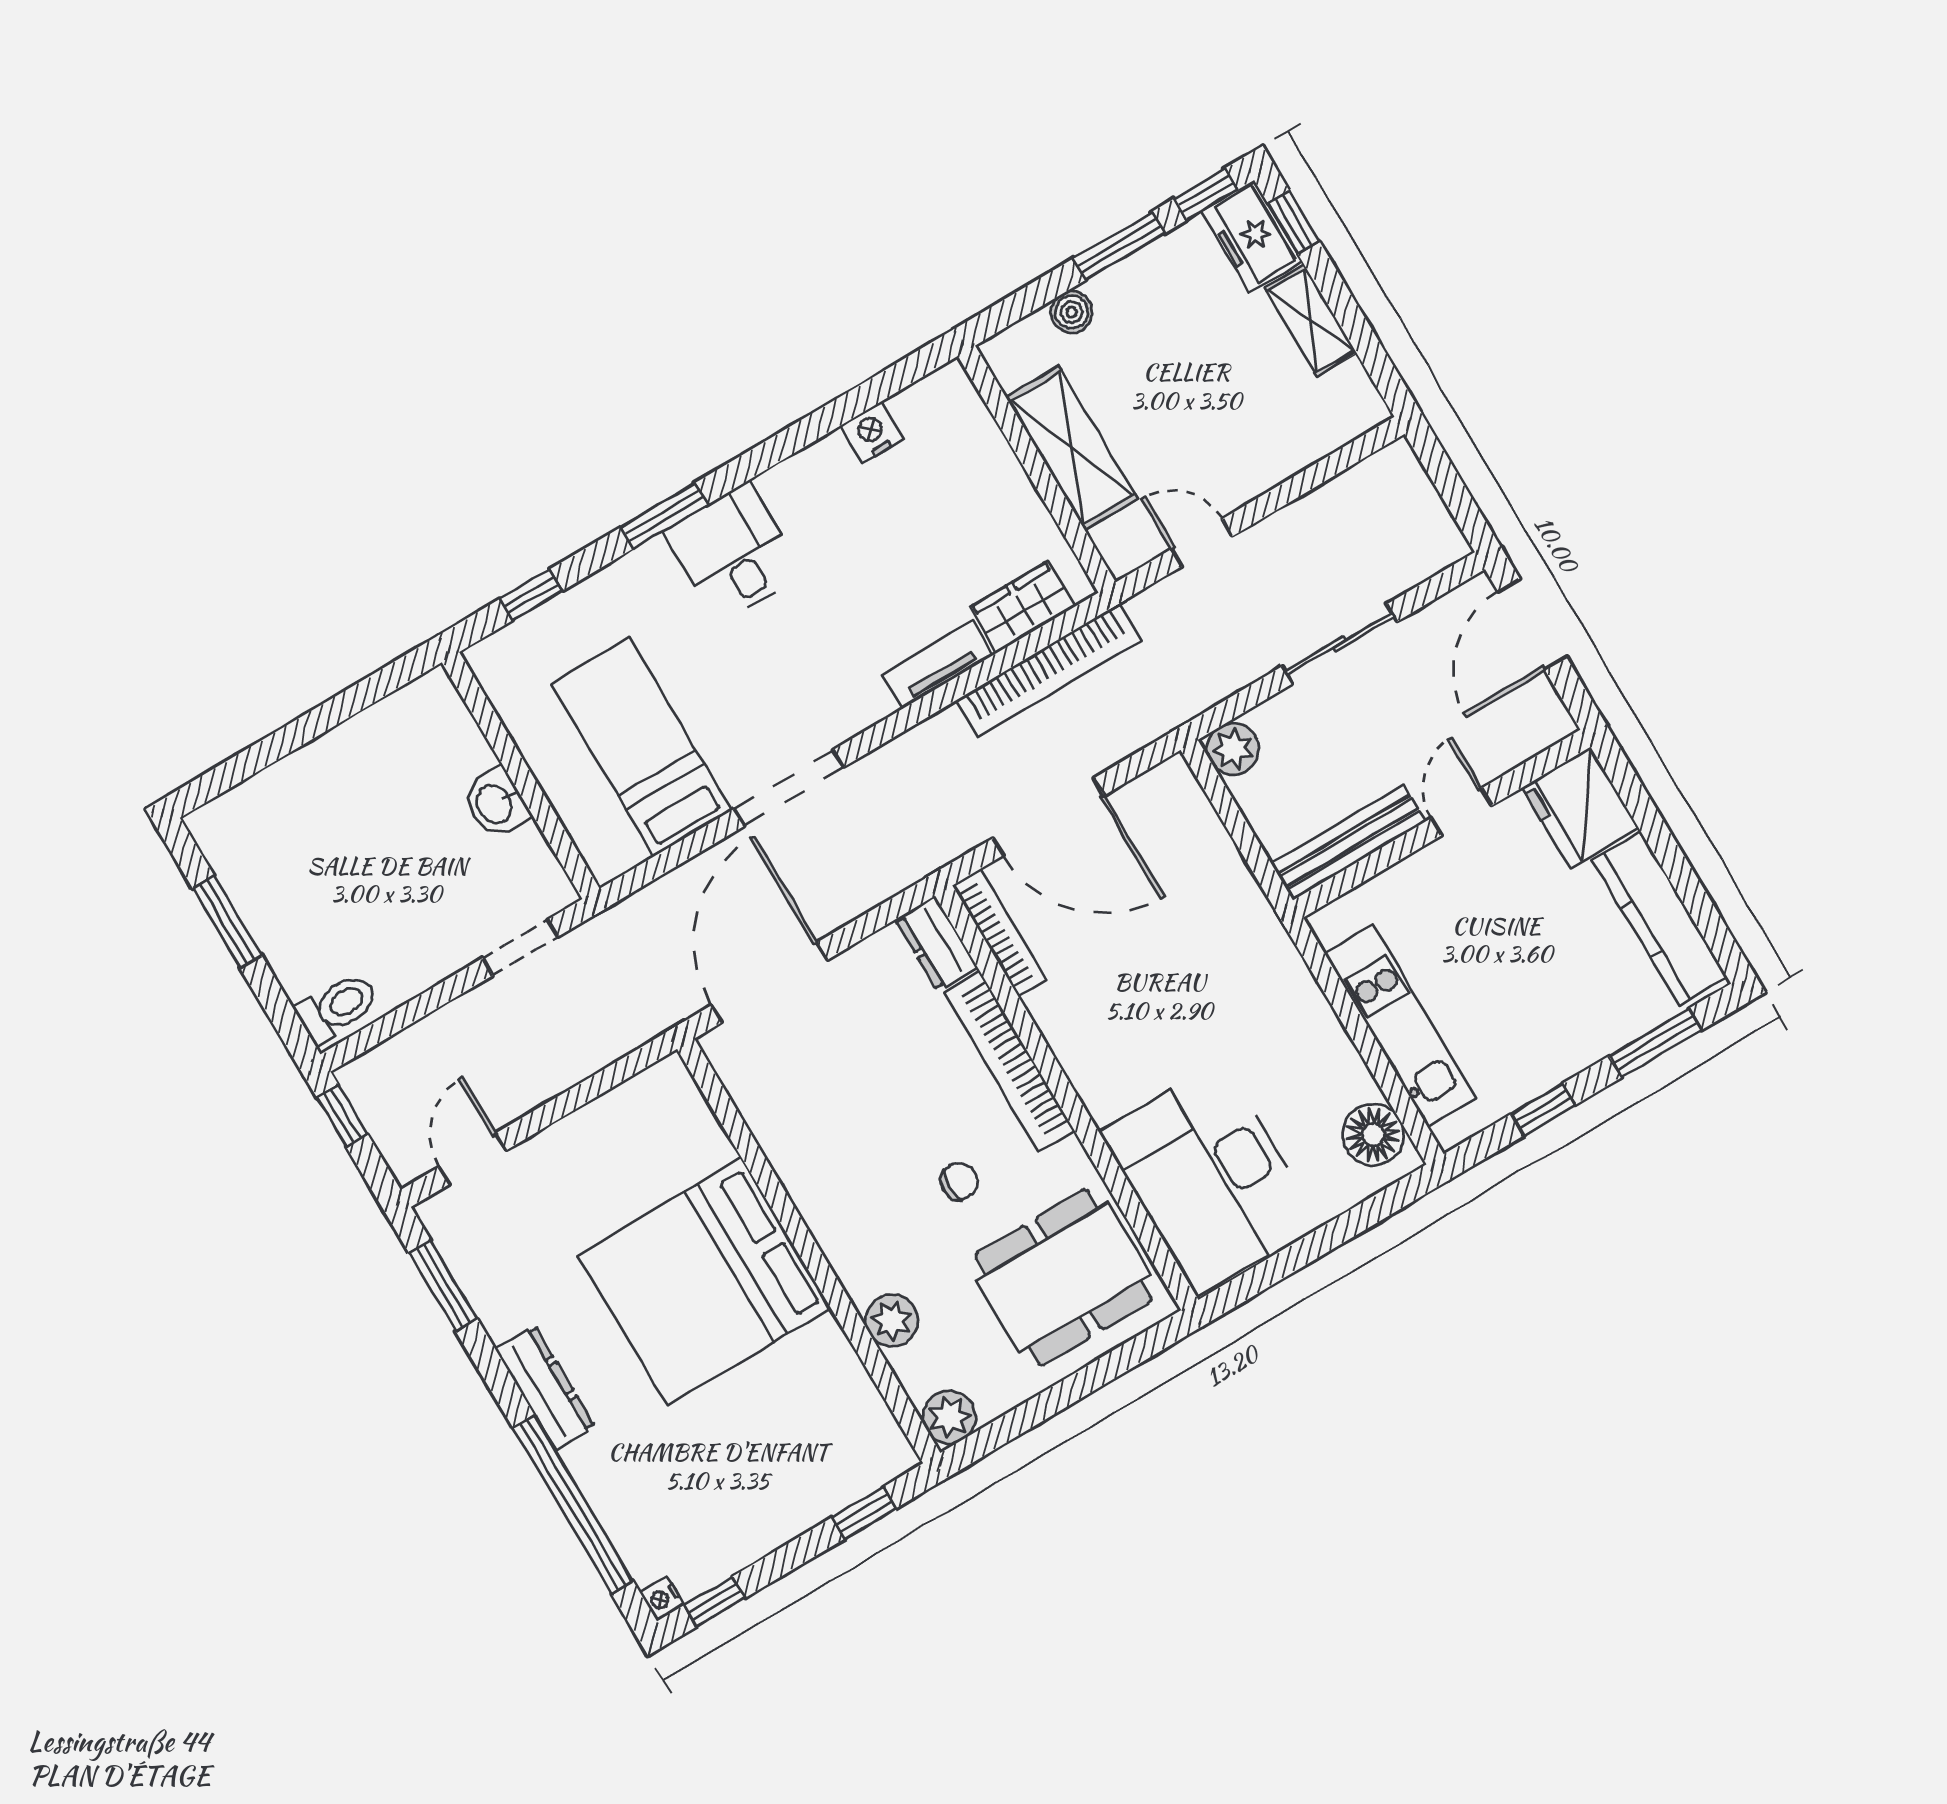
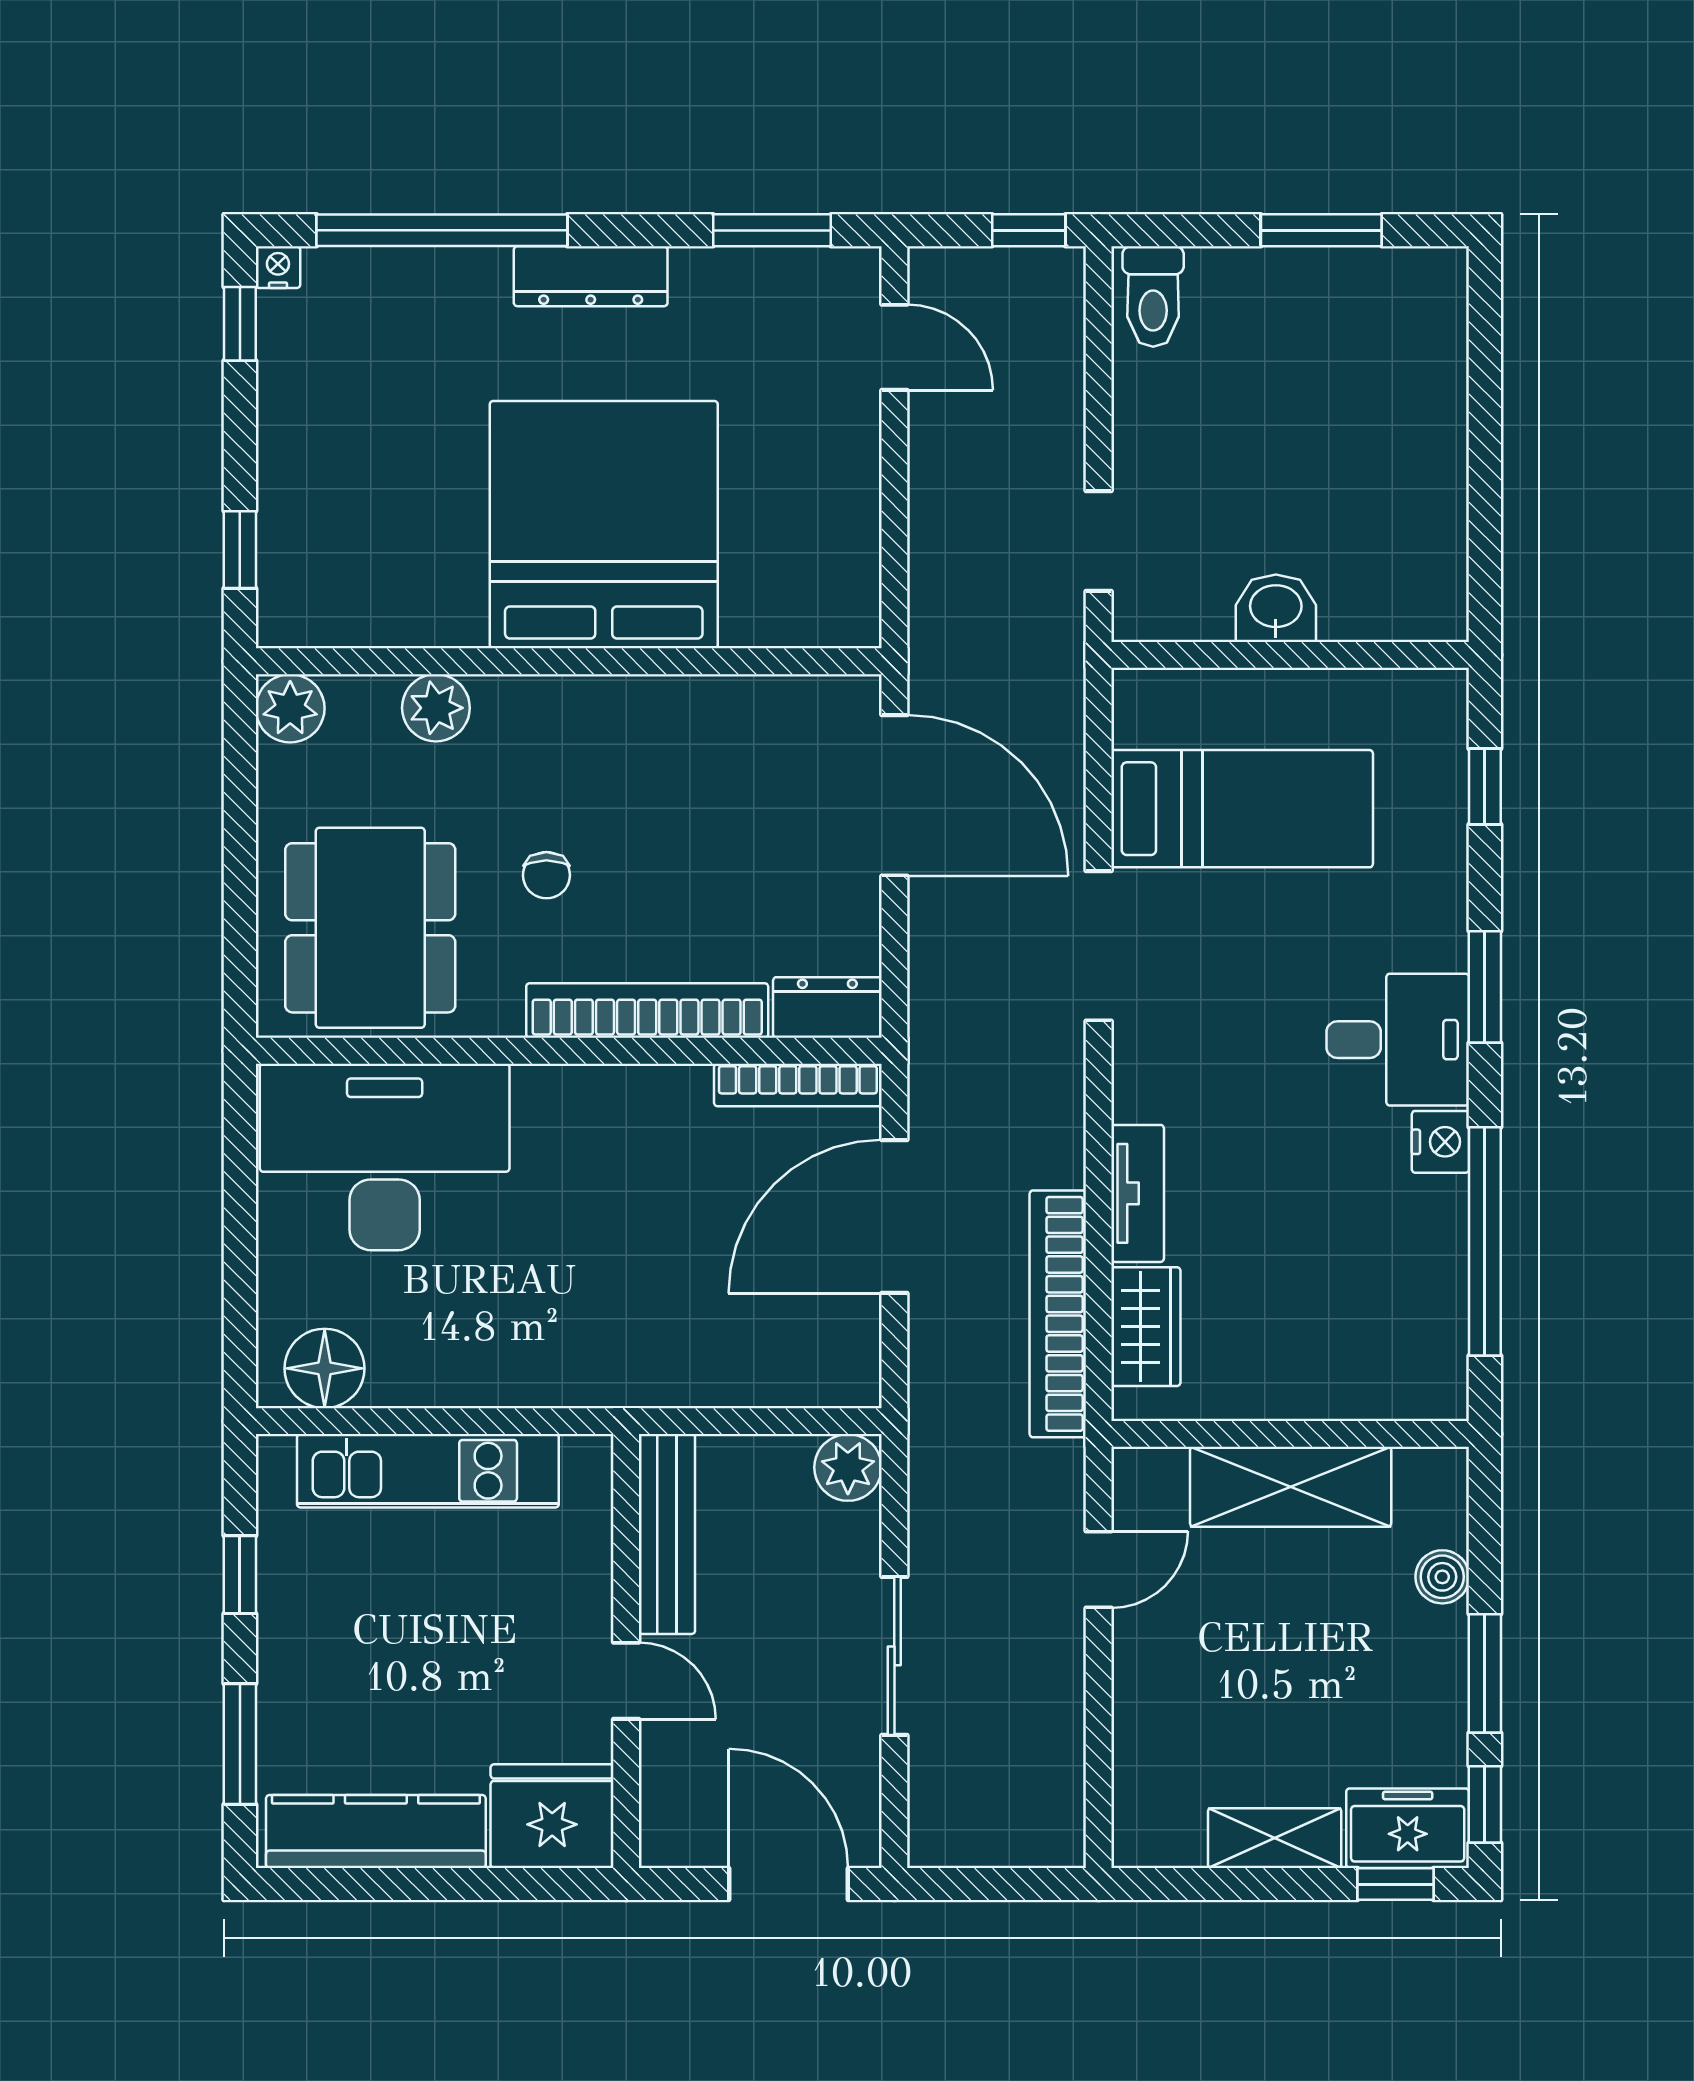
window: (833, 416) -> (1485, 1241), added
nightstand: (872, 432) -> (1440, 1142), moved

